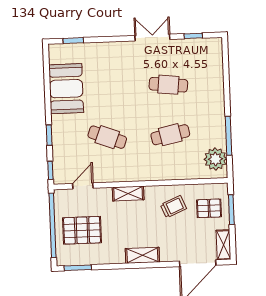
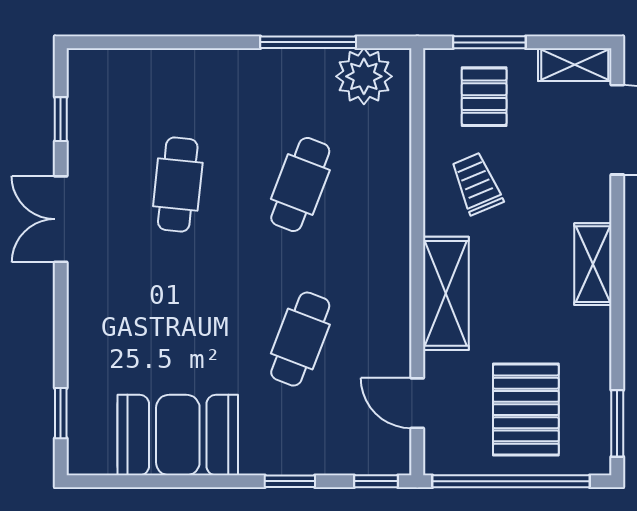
cafe table: (170, 135) -> (300, 184), turned 33
shelving: (128, 194) -> (446, 293), width x1.50, depth x1.33

